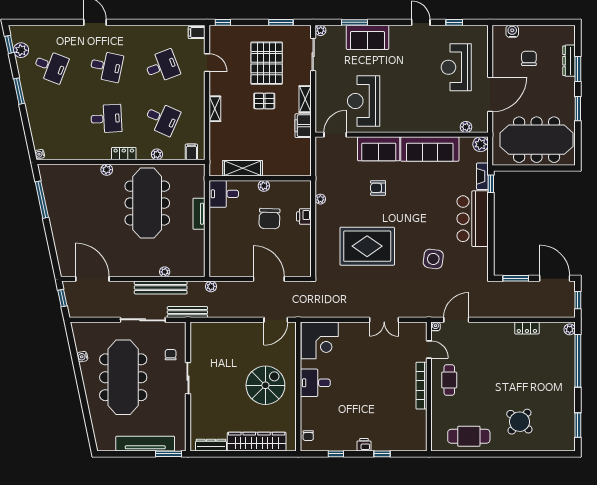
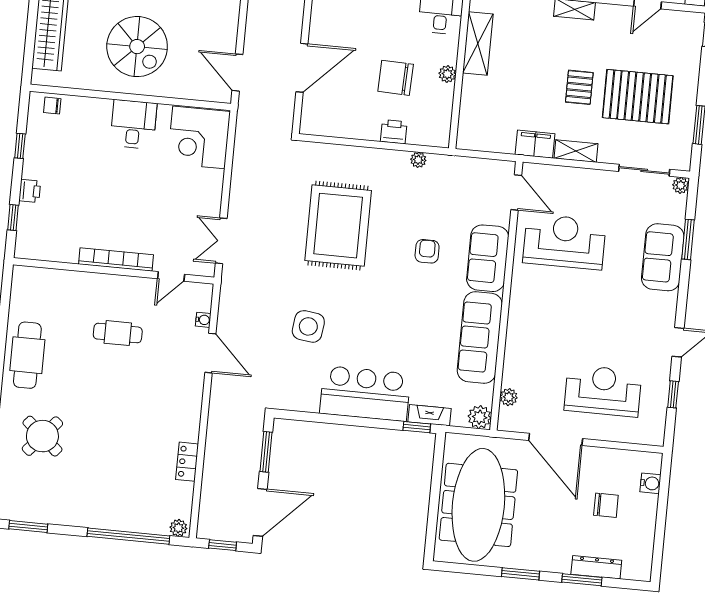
door: (429, 349) -> (171, 276), moved
bookcase: (421, 386) -> (116, 260), moved
wall: (429, 386) -> (114, 271), moved

